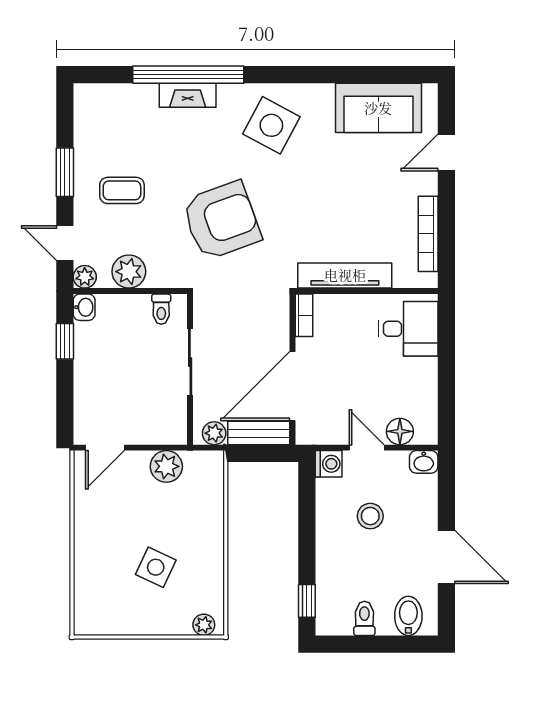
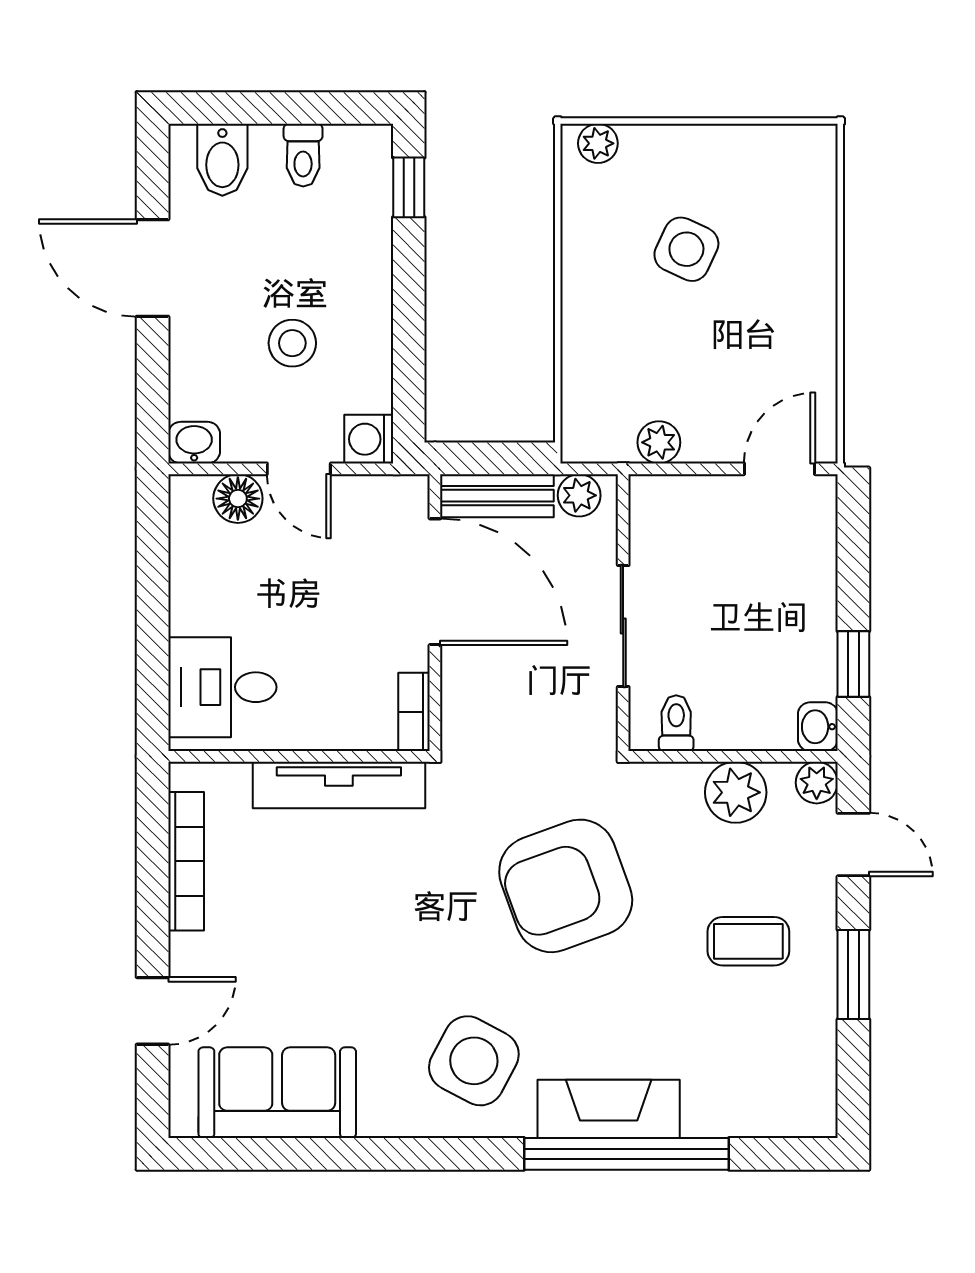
fireplace: (188, 95) -> (609, 1109), width x1.37, depth x1.32
door: (293, 386) -> (435, 582), hinge flipped
plant: (166, 466) -> (659, 442), width x0.73, depth x0.73

